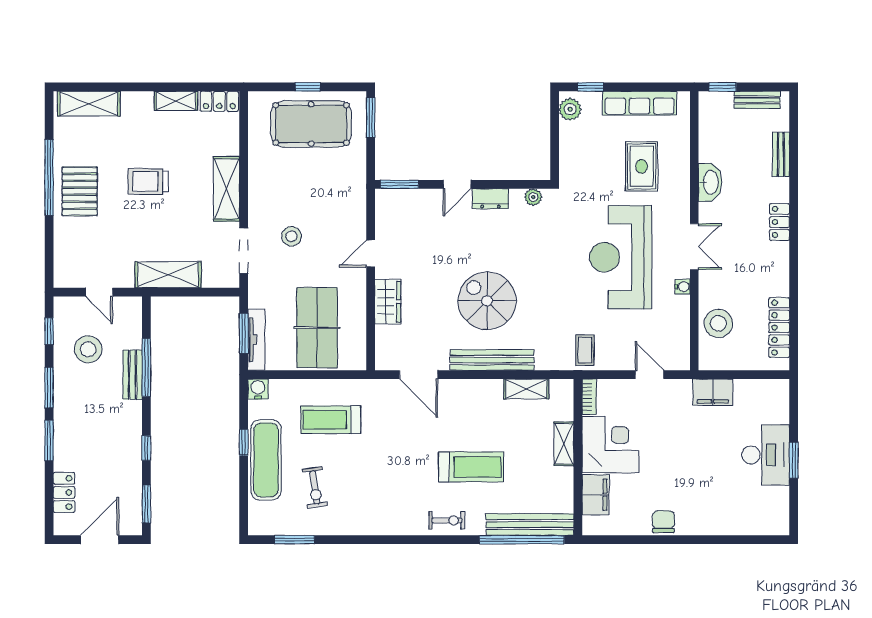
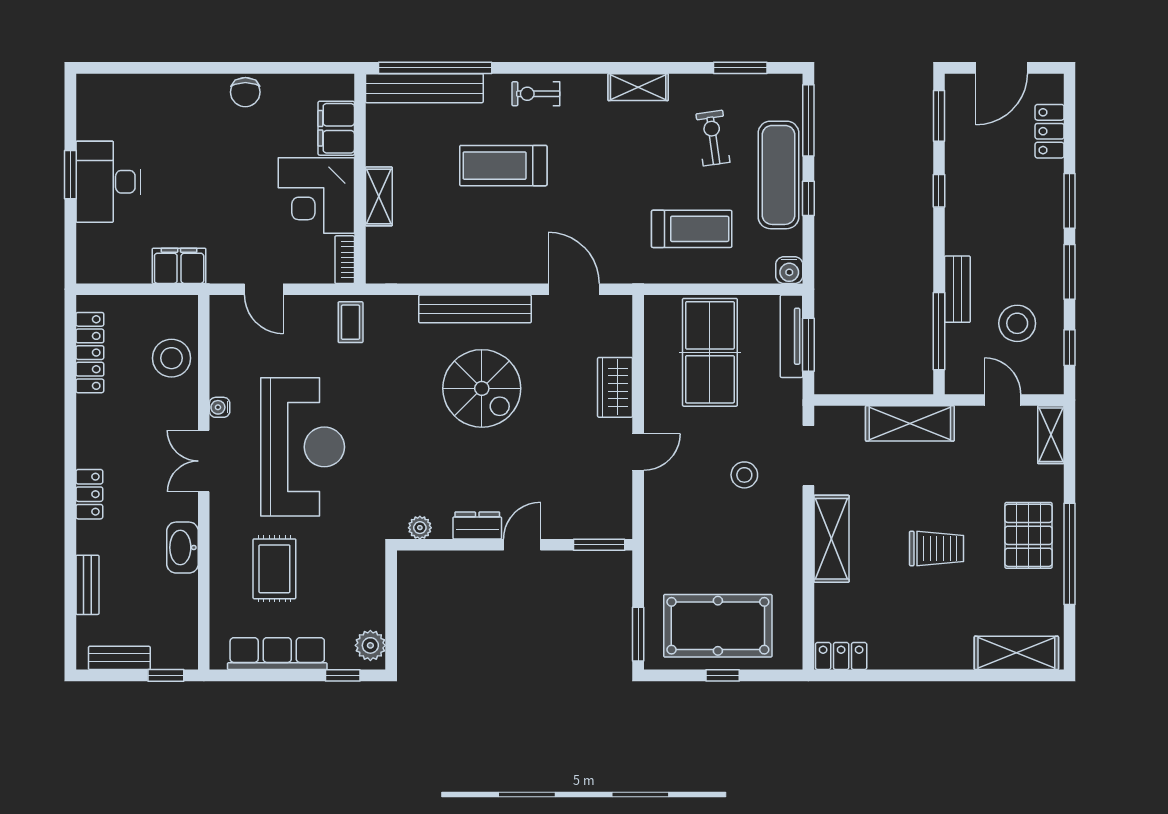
shelving: (176, 101) -> (1051, 435), moved, turned 90
window: (146, 367) -> (939, 331), moved
shelving: (526, 389) -> (638, 87), moved
window: (244, 501) -> (808, 120), added

